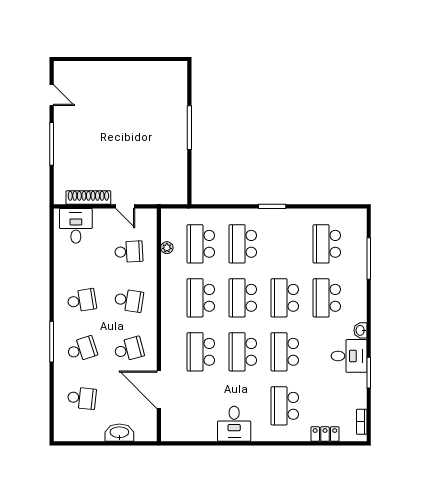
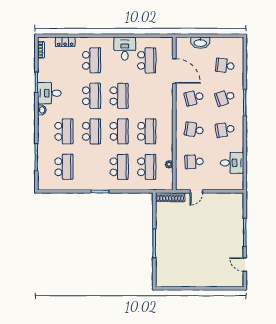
shoe rack: (88, 198) -> (170, 197), moved
door: (125, 206) -> (196, 191), swing flipped
desk: (76, 226) -> (232, 163), moved, turned -90
school desk: (201, 352) -> (147, 60), moved

